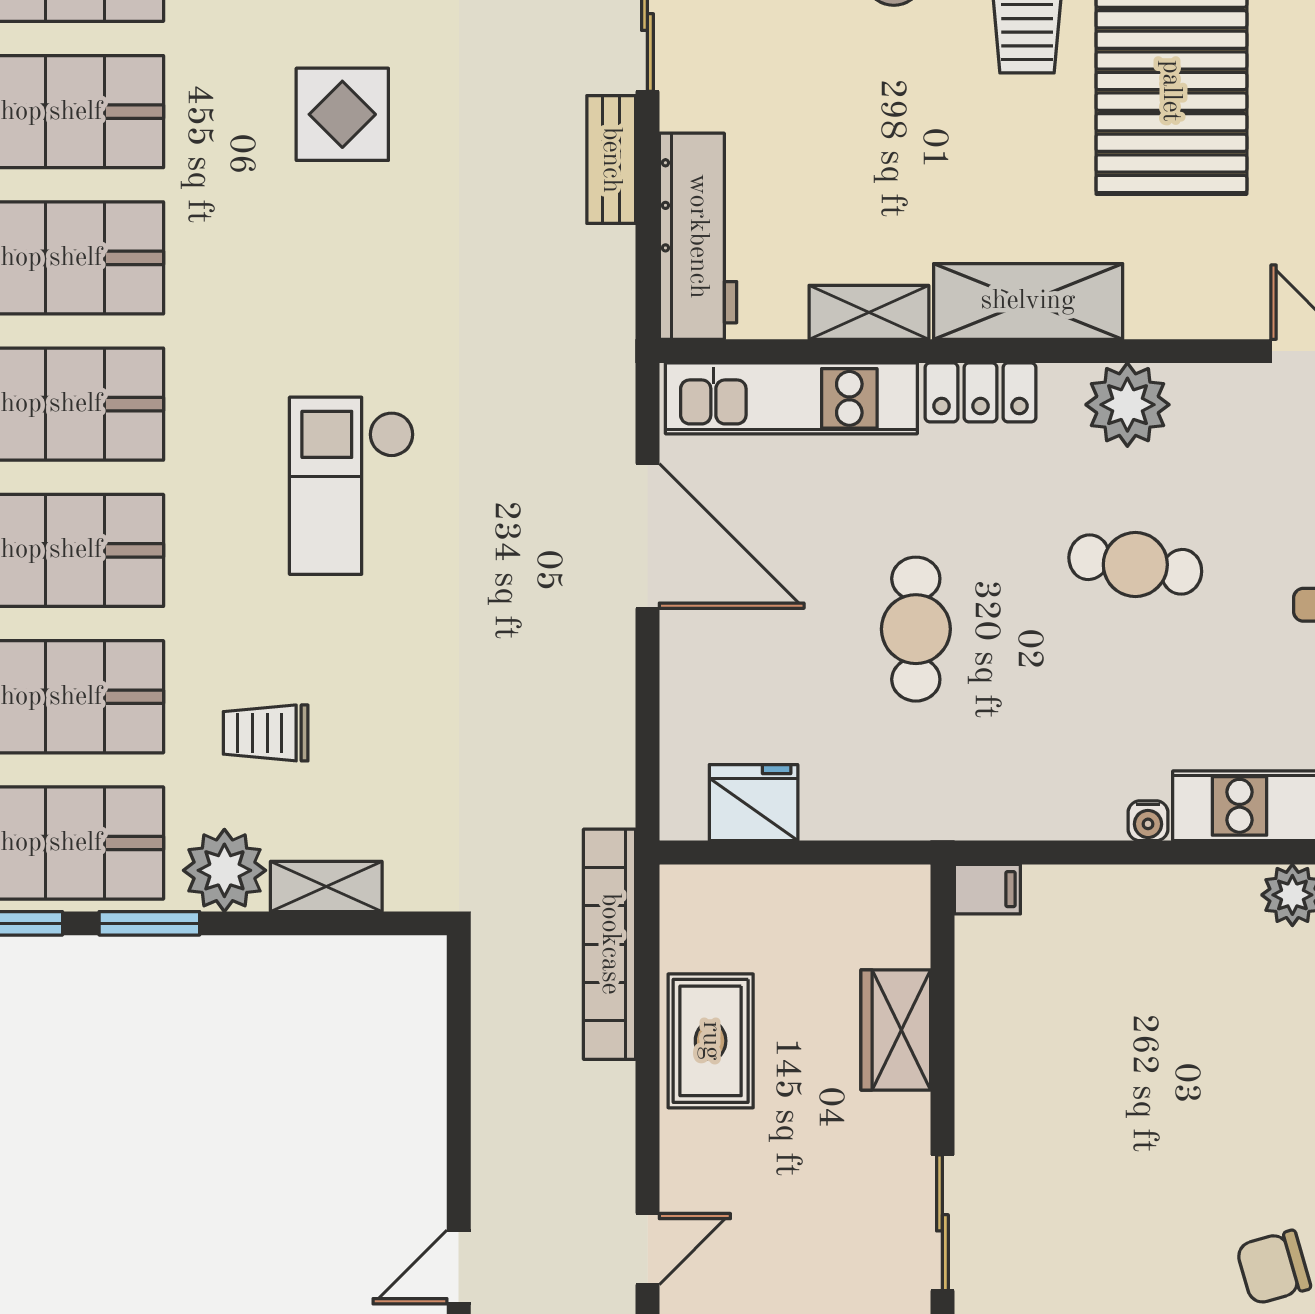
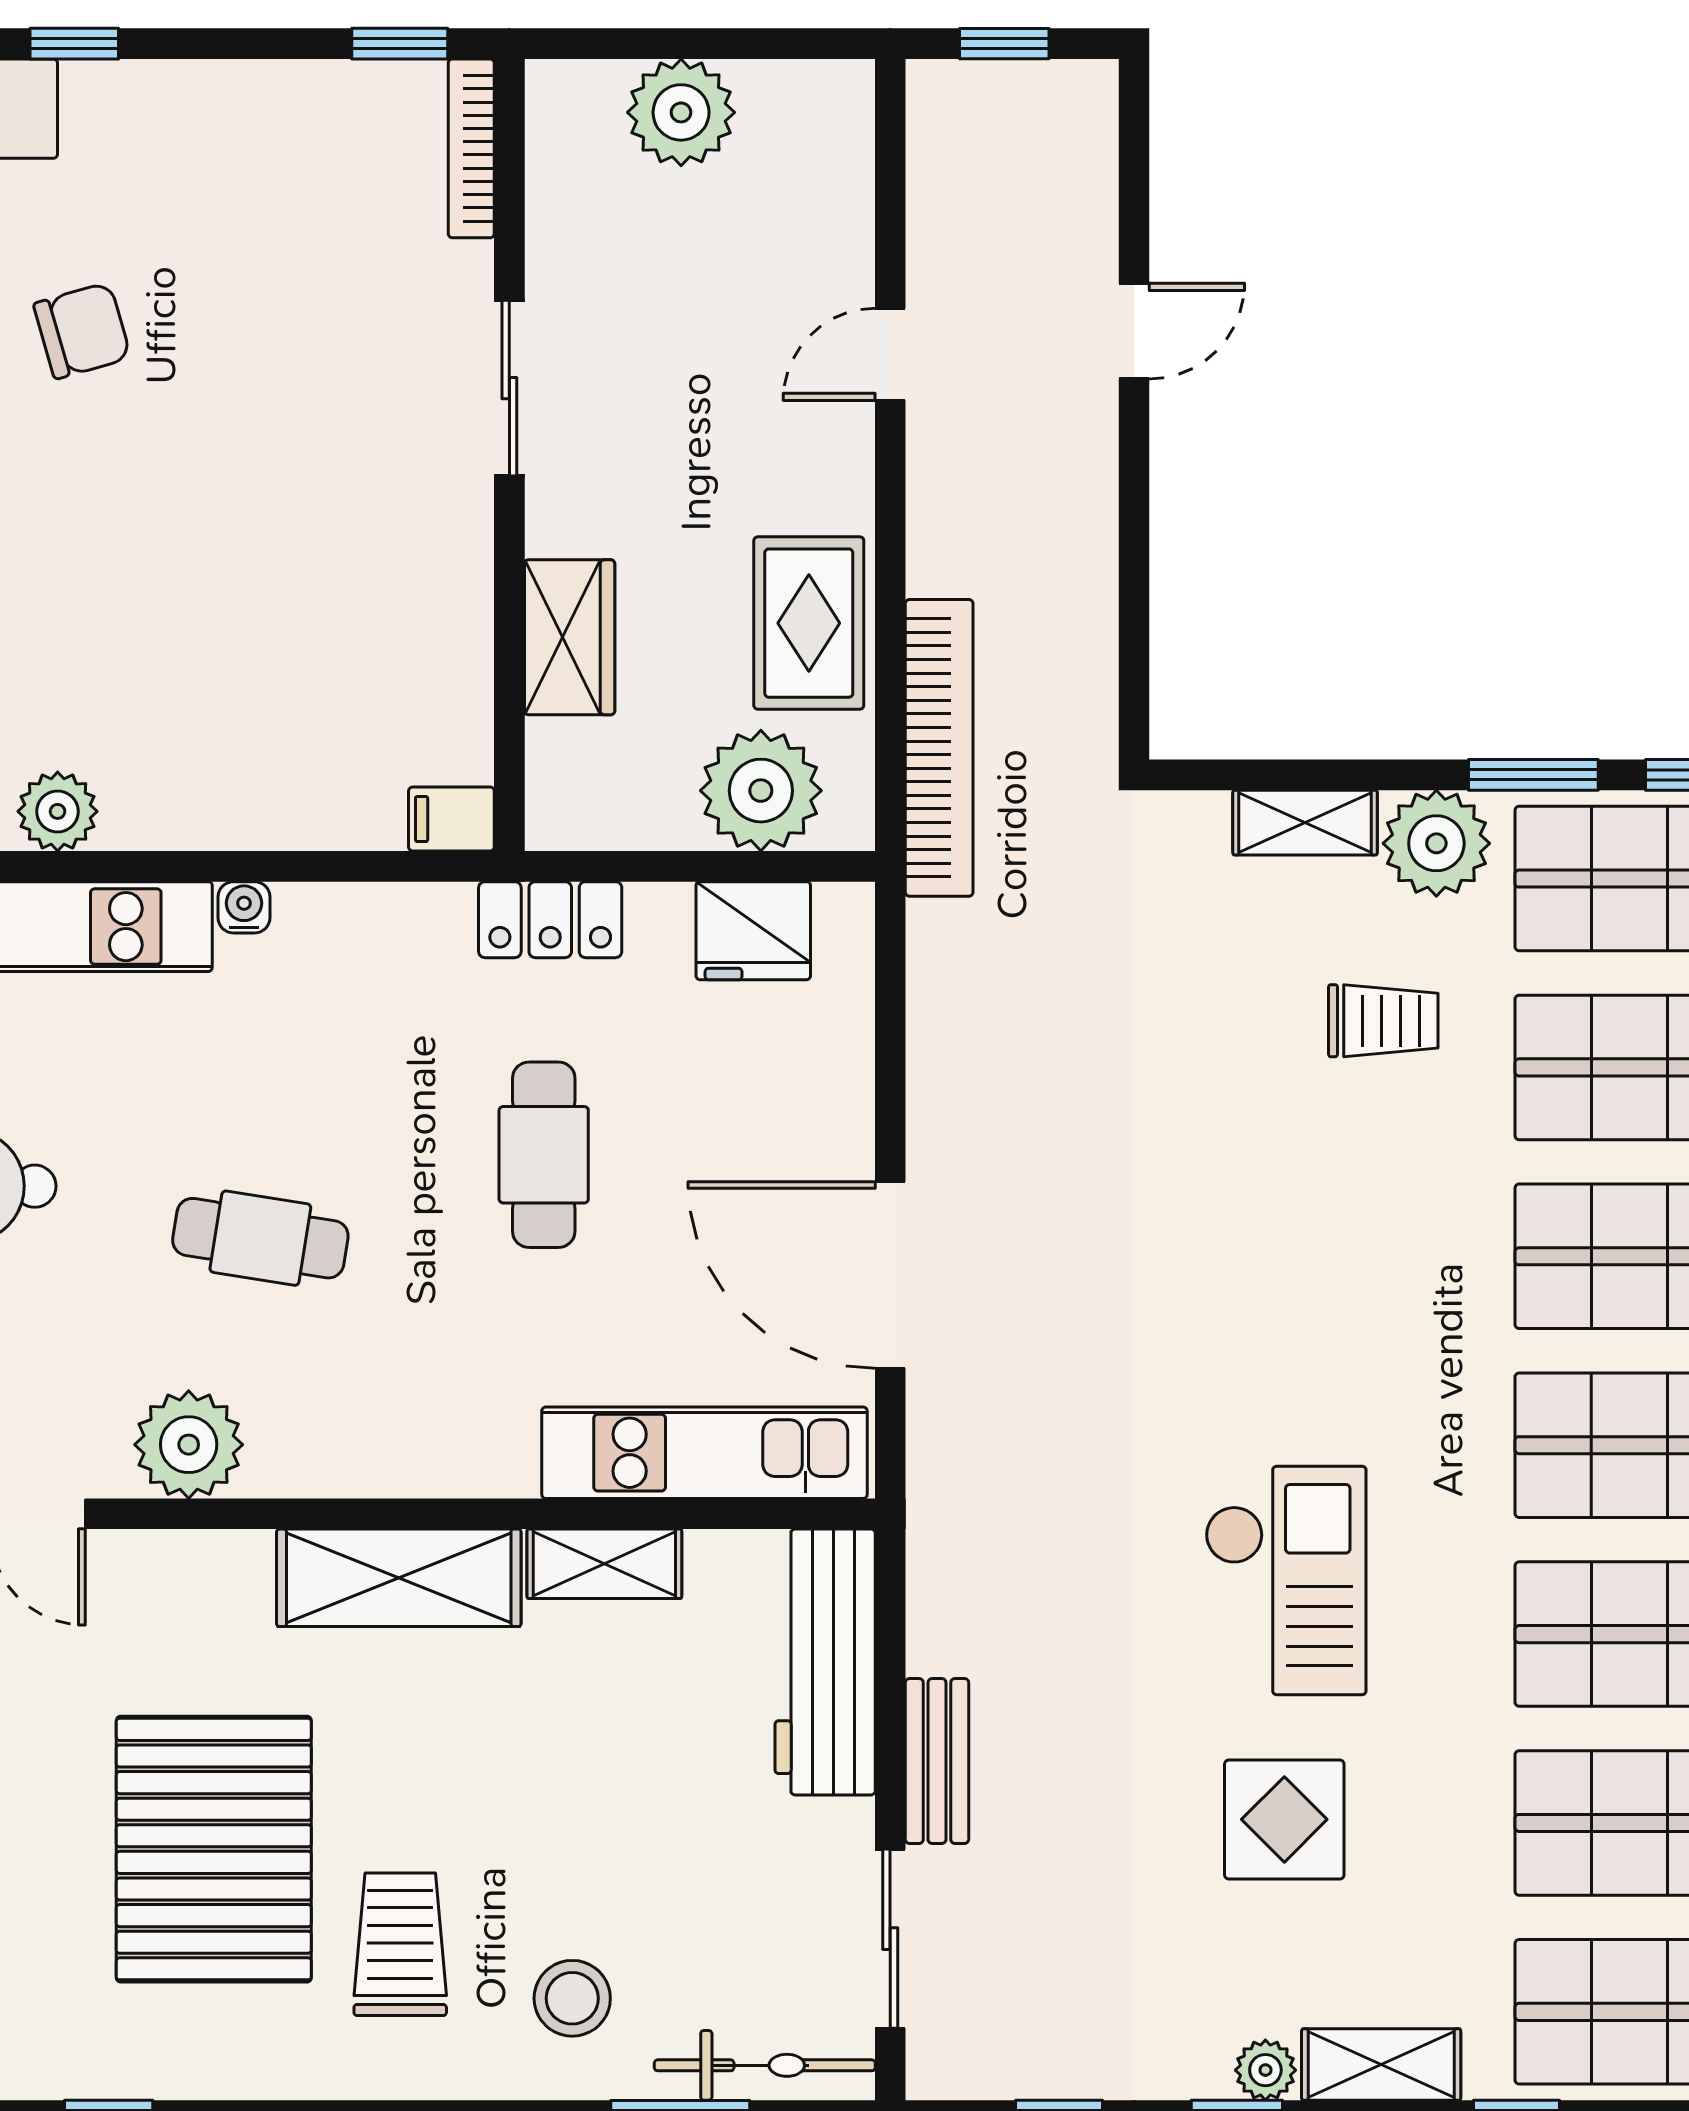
locker: (981, 392) -> (550, 920), moved, turned 180
plant: (1127, 405) -> (189, 1445), moved
checkout: (352, 486) -> (1286, 1581), moved
plant: (748, 911) -> (761, 791), added

